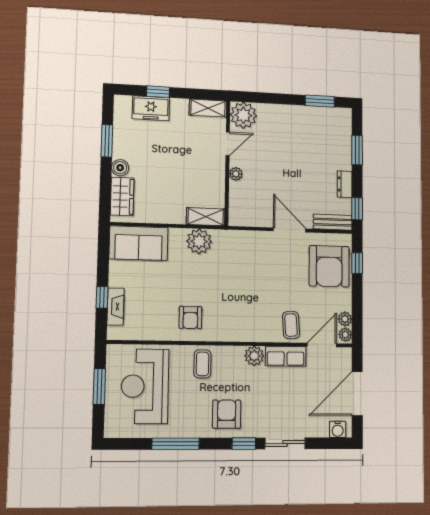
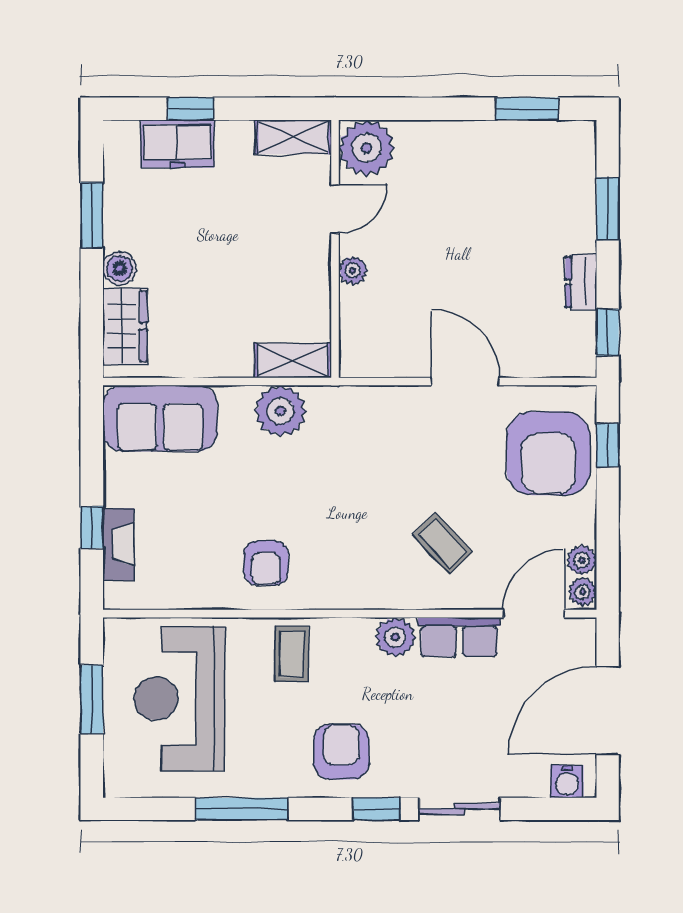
bench: (333, 222) -> (556, 362), removed
coffee table: (291, 325) -> (442, 543), moved, turned -39

